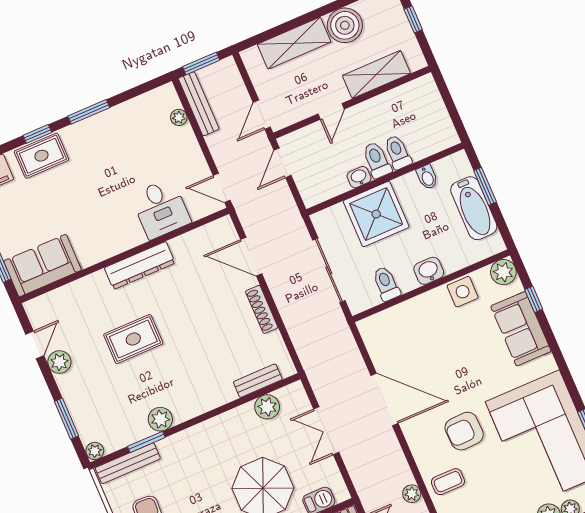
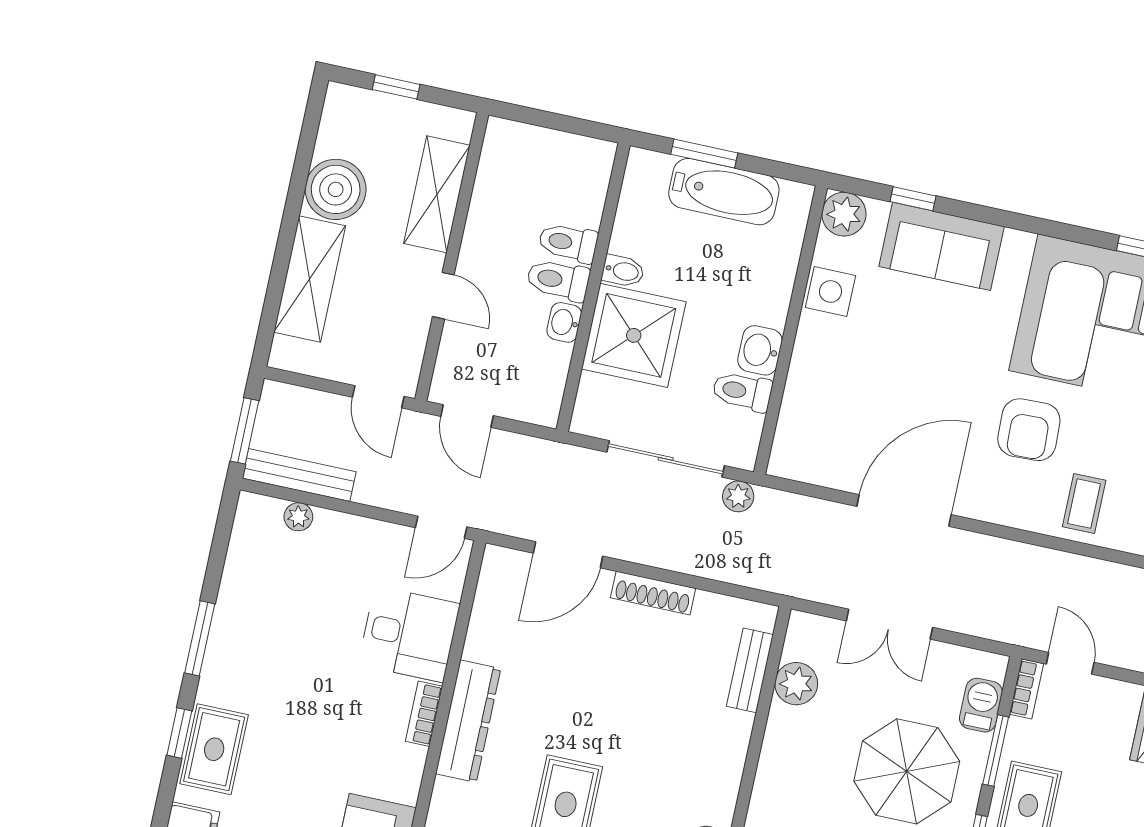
bidet: (427, 177) -> (623, 271), moved
bookcase: (128, 242) -> (424, 714), added
washbasin: (429, 271) -> (760, 350), moved
plant: (412, 494) -> (738, 496), moved

